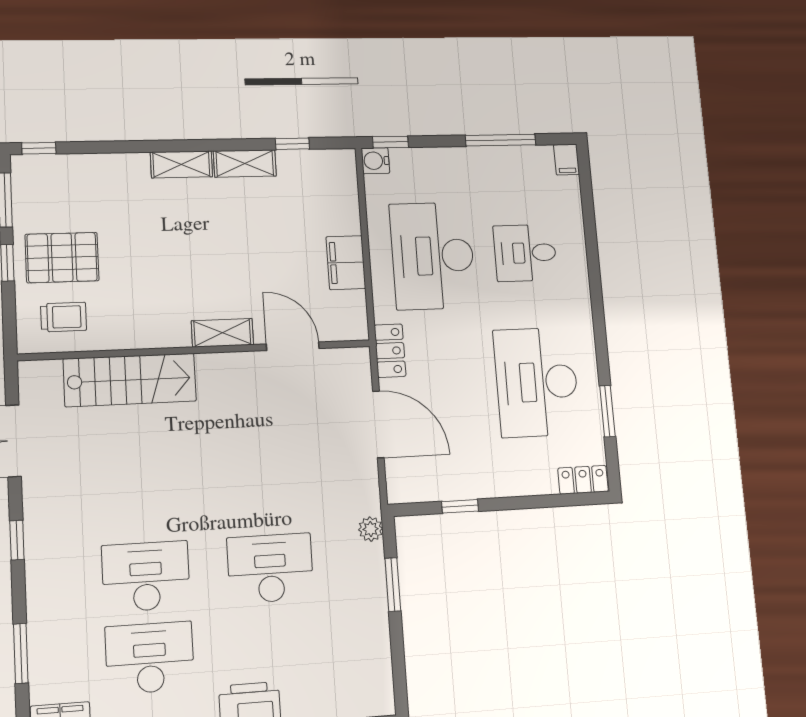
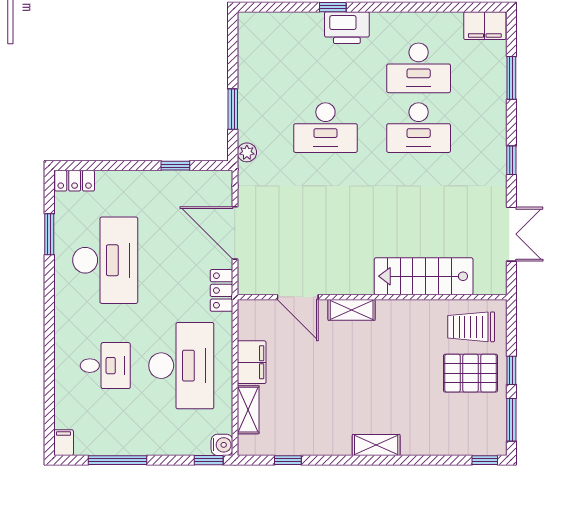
shelving: (245, 163) -> (248, 410), moved, turned 90
trolley: (64, 317) -> (471, 327), width x1.36, depth x1.39

